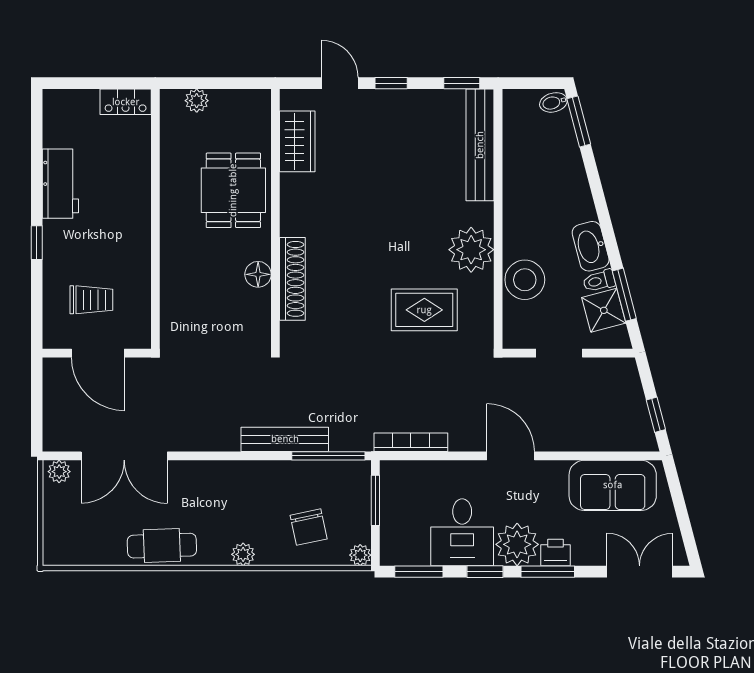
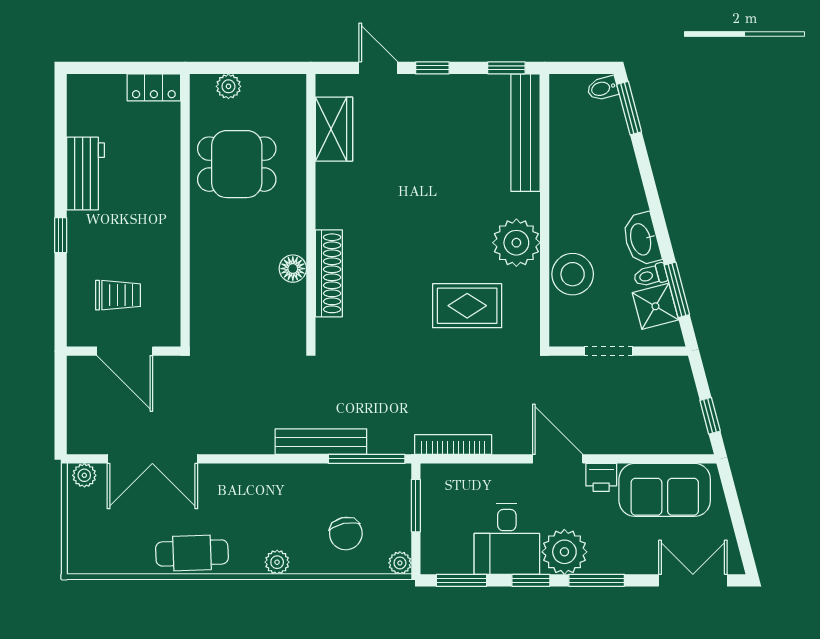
dining table: (233, 190) -> (237, 164), moved, turned 90
printer: (556, 553) -> (601, 477), moved, turned 180

